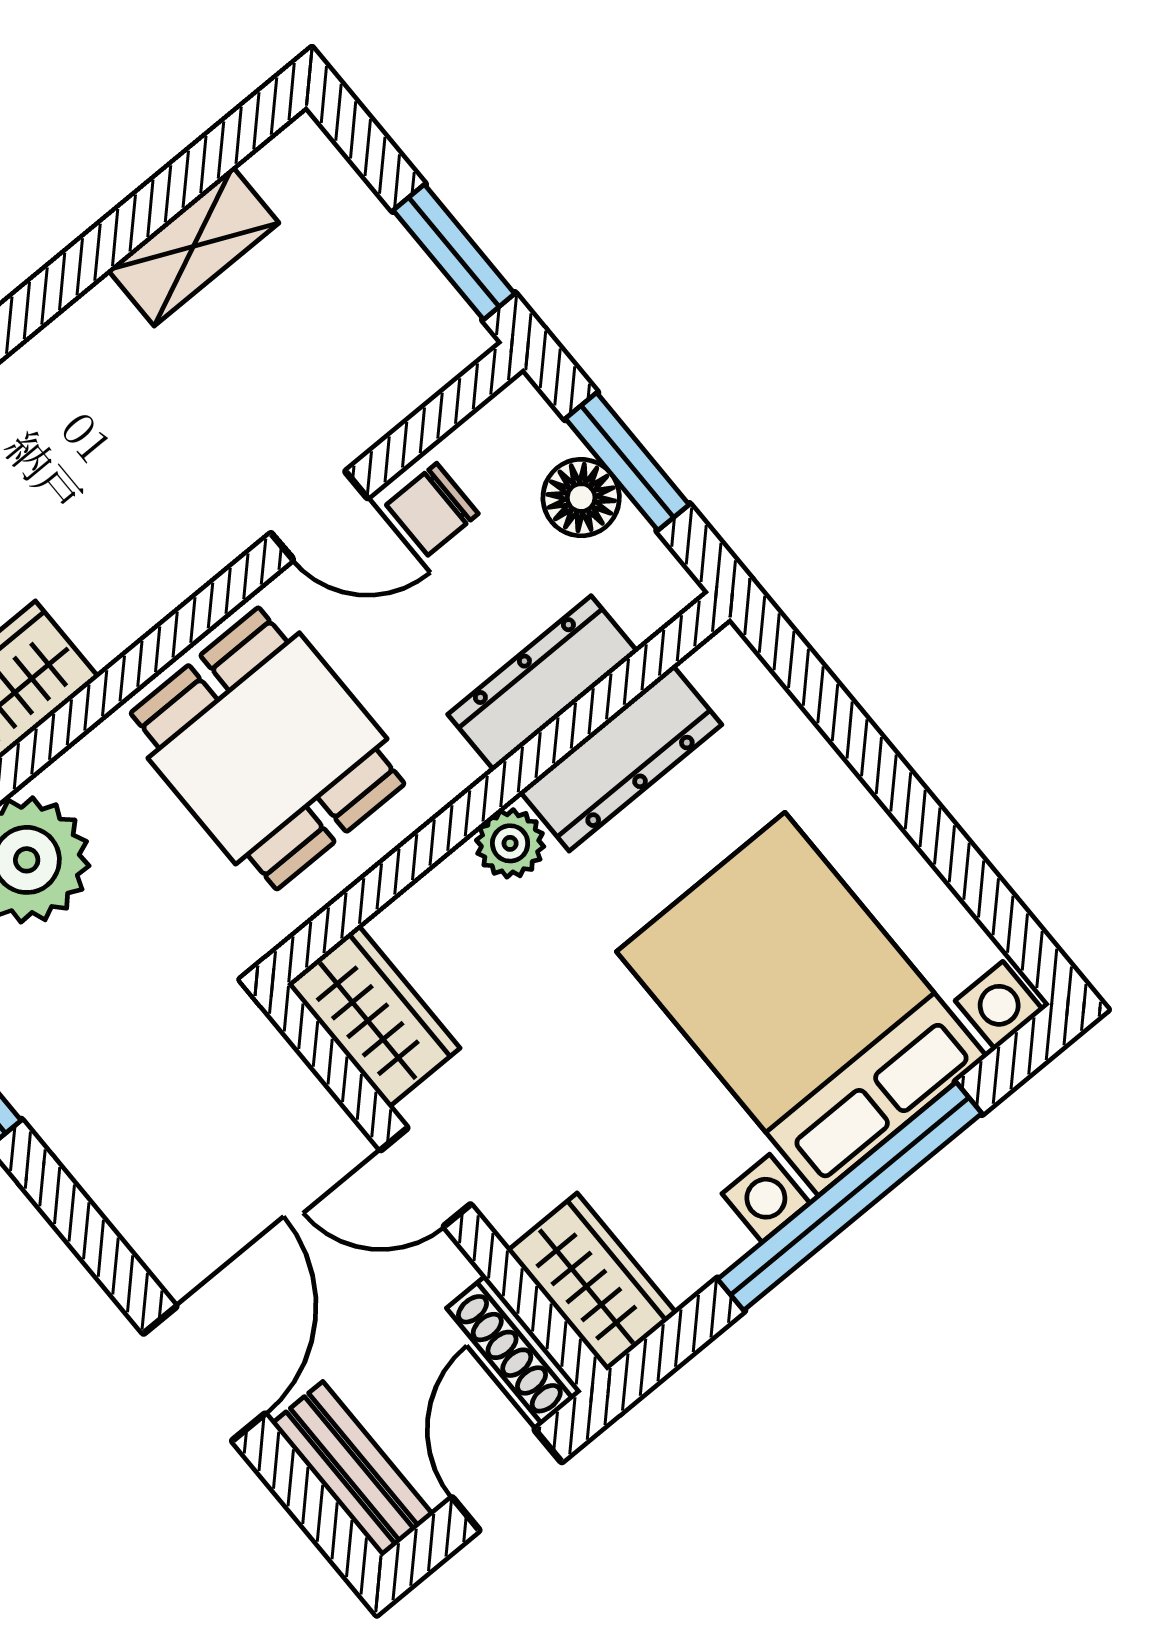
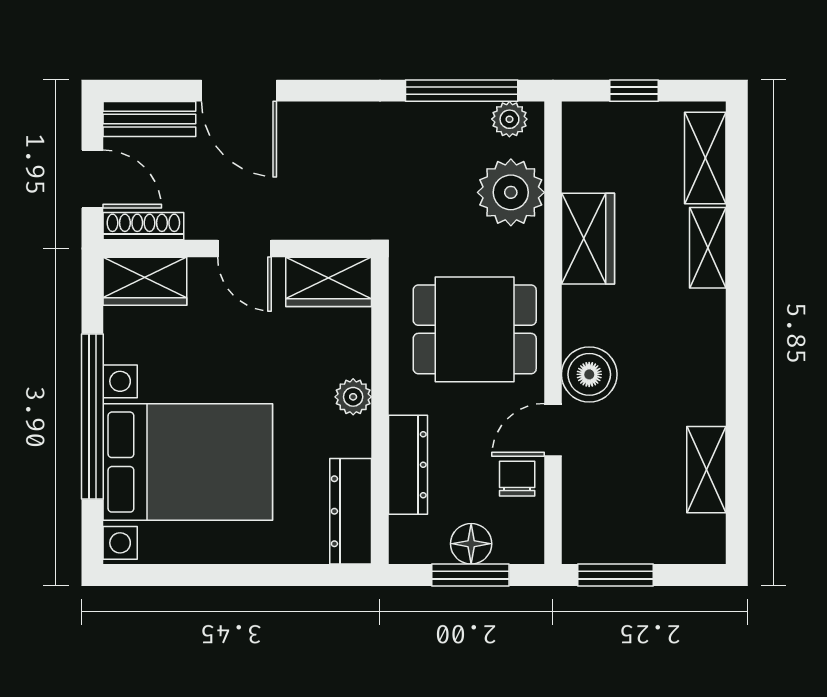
boiler: (196, 529) -> (589, 374), added
dresser: (621, 758) -> (351, 511), moved
door: (426, 1177) -> (245, 248), swing flipped

